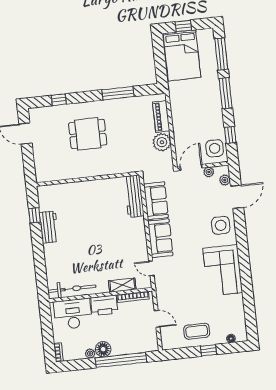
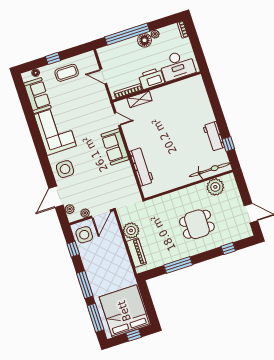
bed: (182, 55) -> (124, 311), width x1.36
plant: (59, 171) -> (215, 187), added
workbench: (134, 196) -> (142, 167), moved
sofa: (156, 201) -> (37, 96), moved, turned 180
bicycle: (72, 289) -> (210, 170), moved, turned 180

